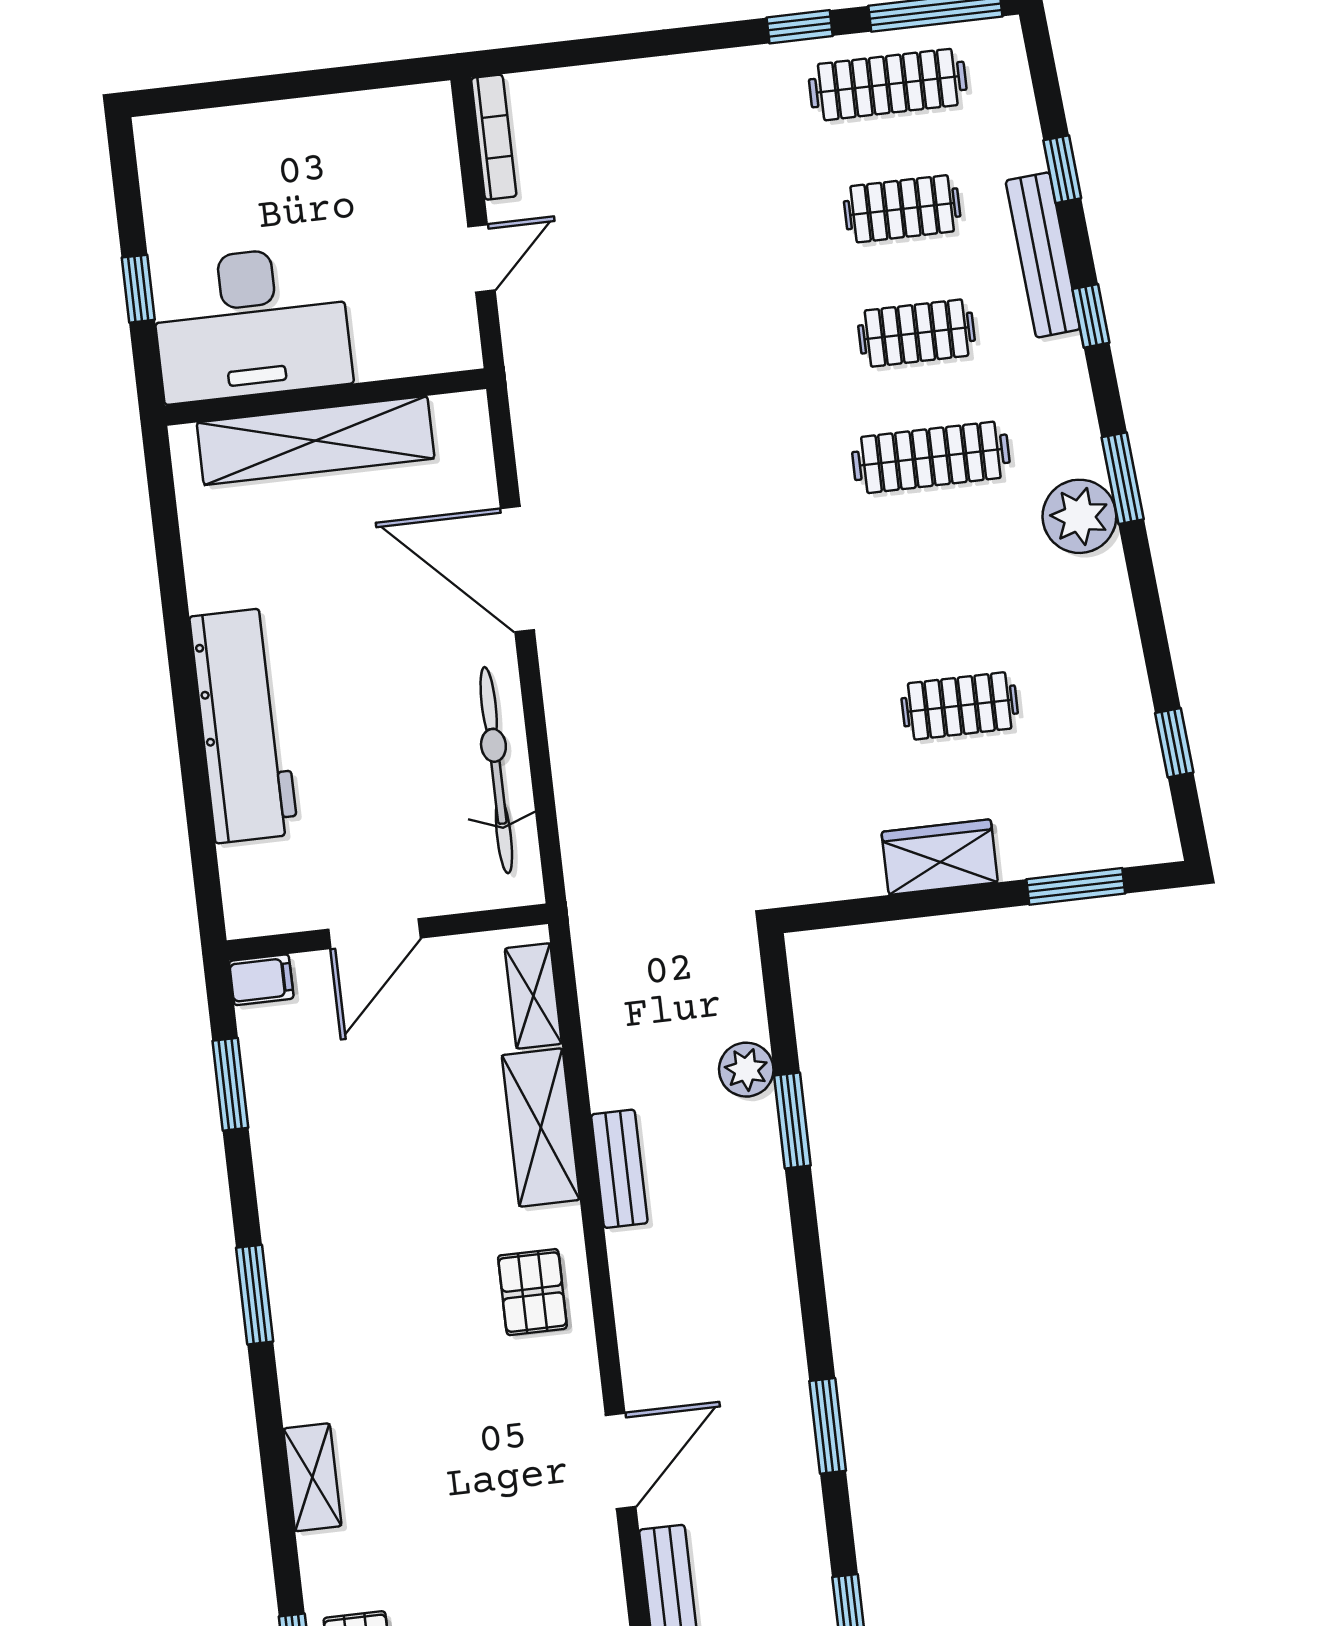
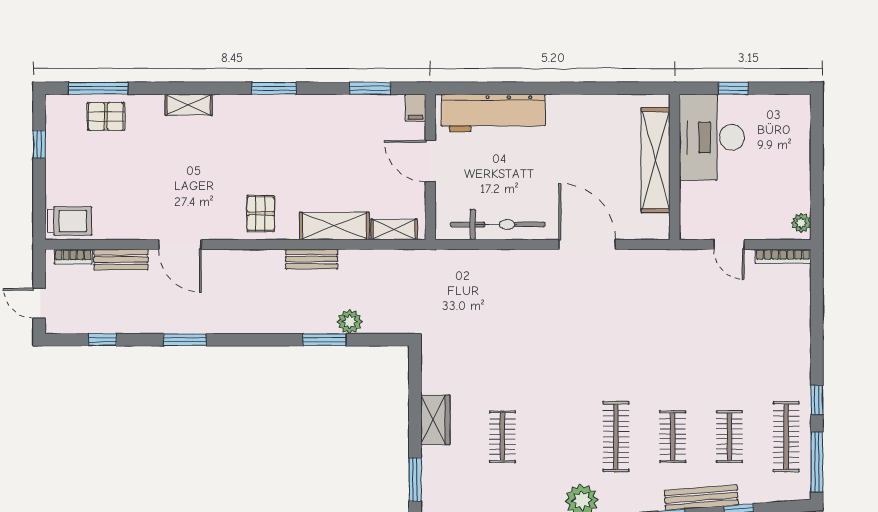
plant: (416, 106) -> (801, 223), added
door: (517, 569) -> (587, 245), hinge flipped
workbench: (244, 725) -> (493, 113), moved
pallet: (532, 1292) -> (261, 214), turned 90

